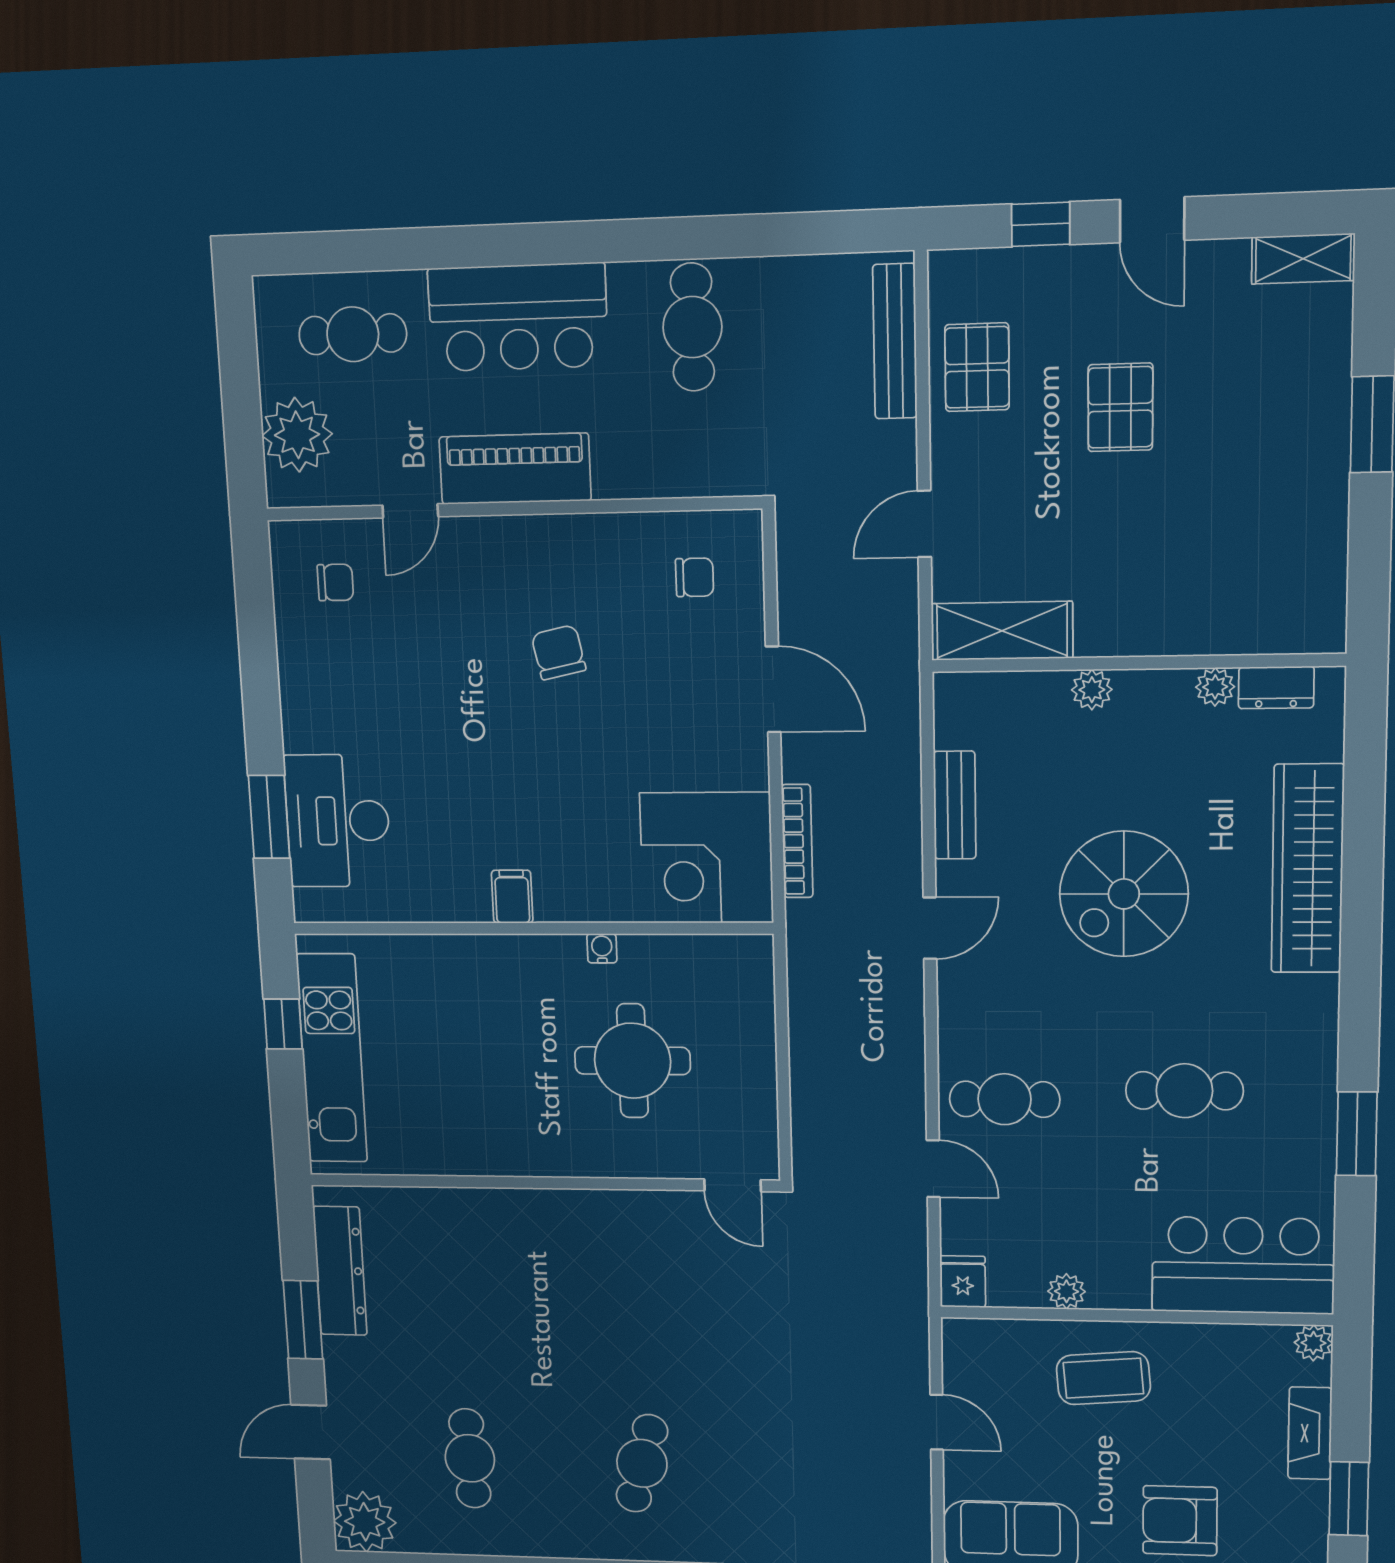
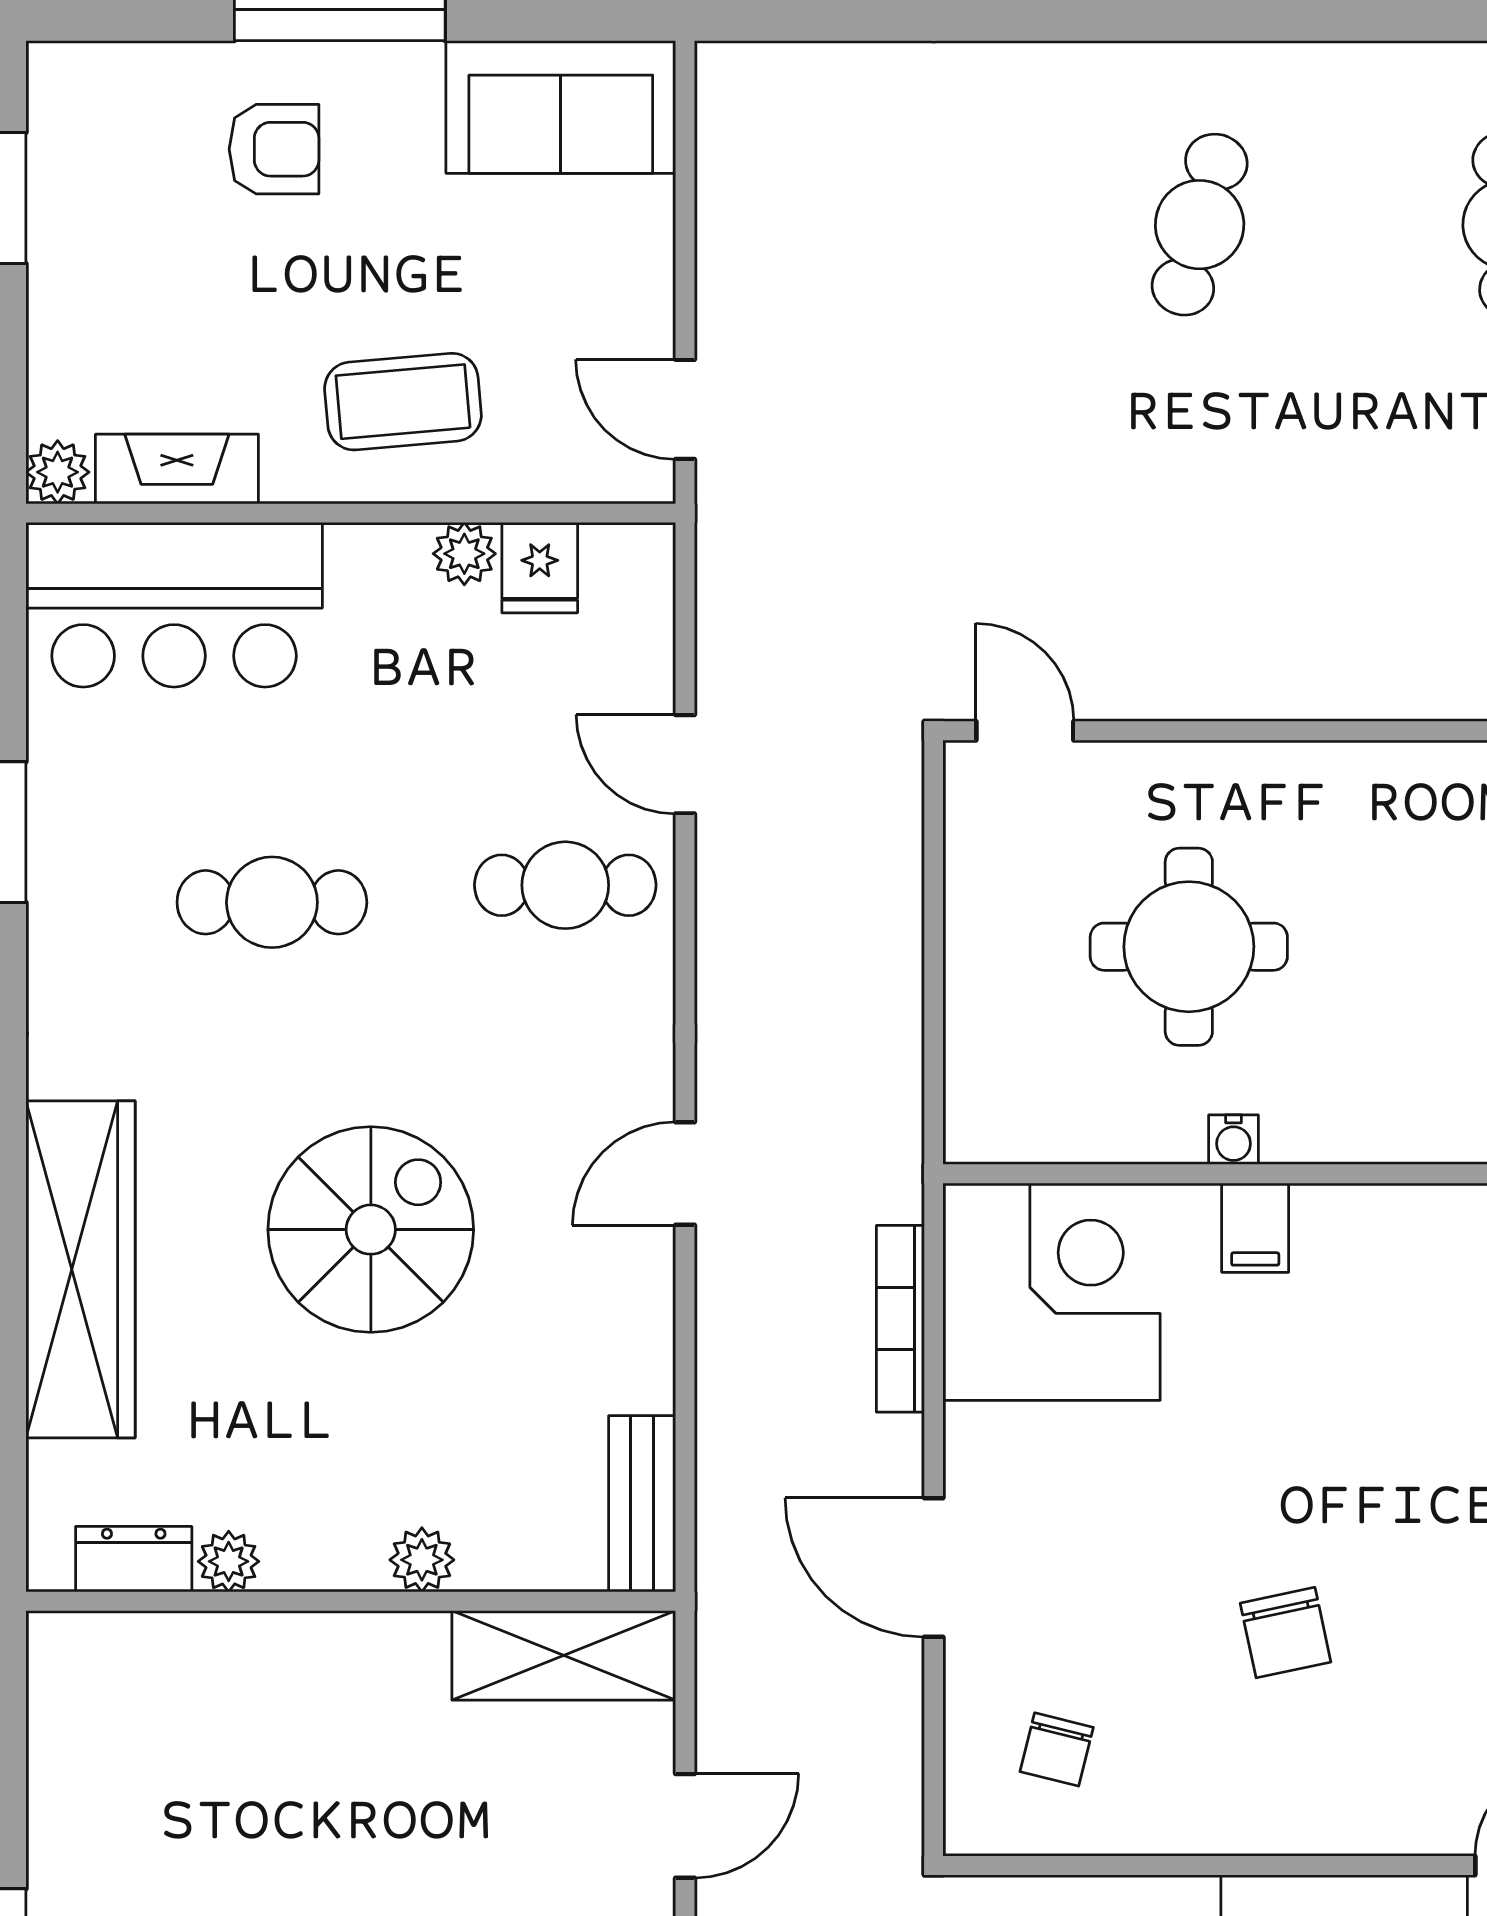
chair: (695, 577) -> (1057, 1749), turned -76
bench: (955, 805) -> (642, 1503), moved
filing cabinet: (512, 897) -> (1255, 1228), moved
fridge: (963, 1282) -> (540, 568), moved
door: (937, 1422) -> (685, 409), moved
fireplace: (1310, 1433) -> (177, 469), moved, turned -90
armchair: (1180, 1521) -> (274, 149), width x0.72, depth x0.72

